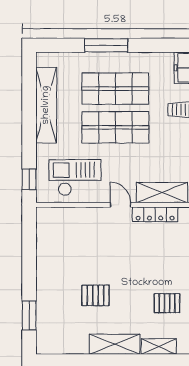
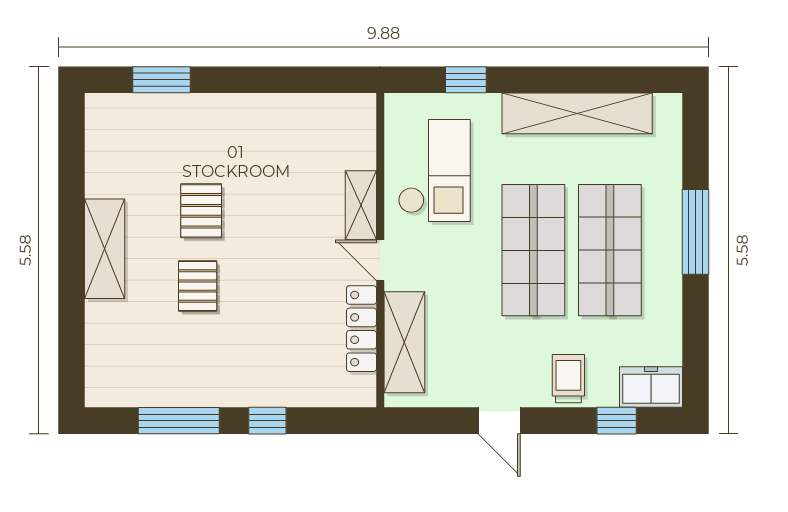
window: (29, 179) -> (466, 80), moved
door: (120, 205) -> (380, 260), swing flipped
pallet: (167, 303) -> (198, 286), moved
shelving: (159, 346) -> (361, 205), moved

